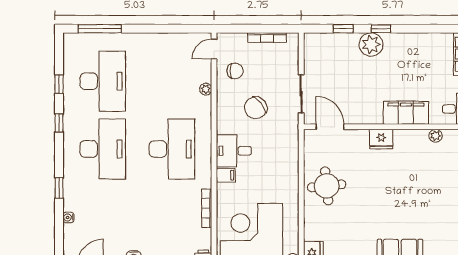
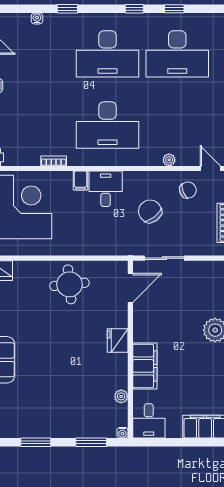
chair: (235, 71) -> (188, 190), turned -112
bookcase: (207, 208) -> (54, 161), width x0.64

